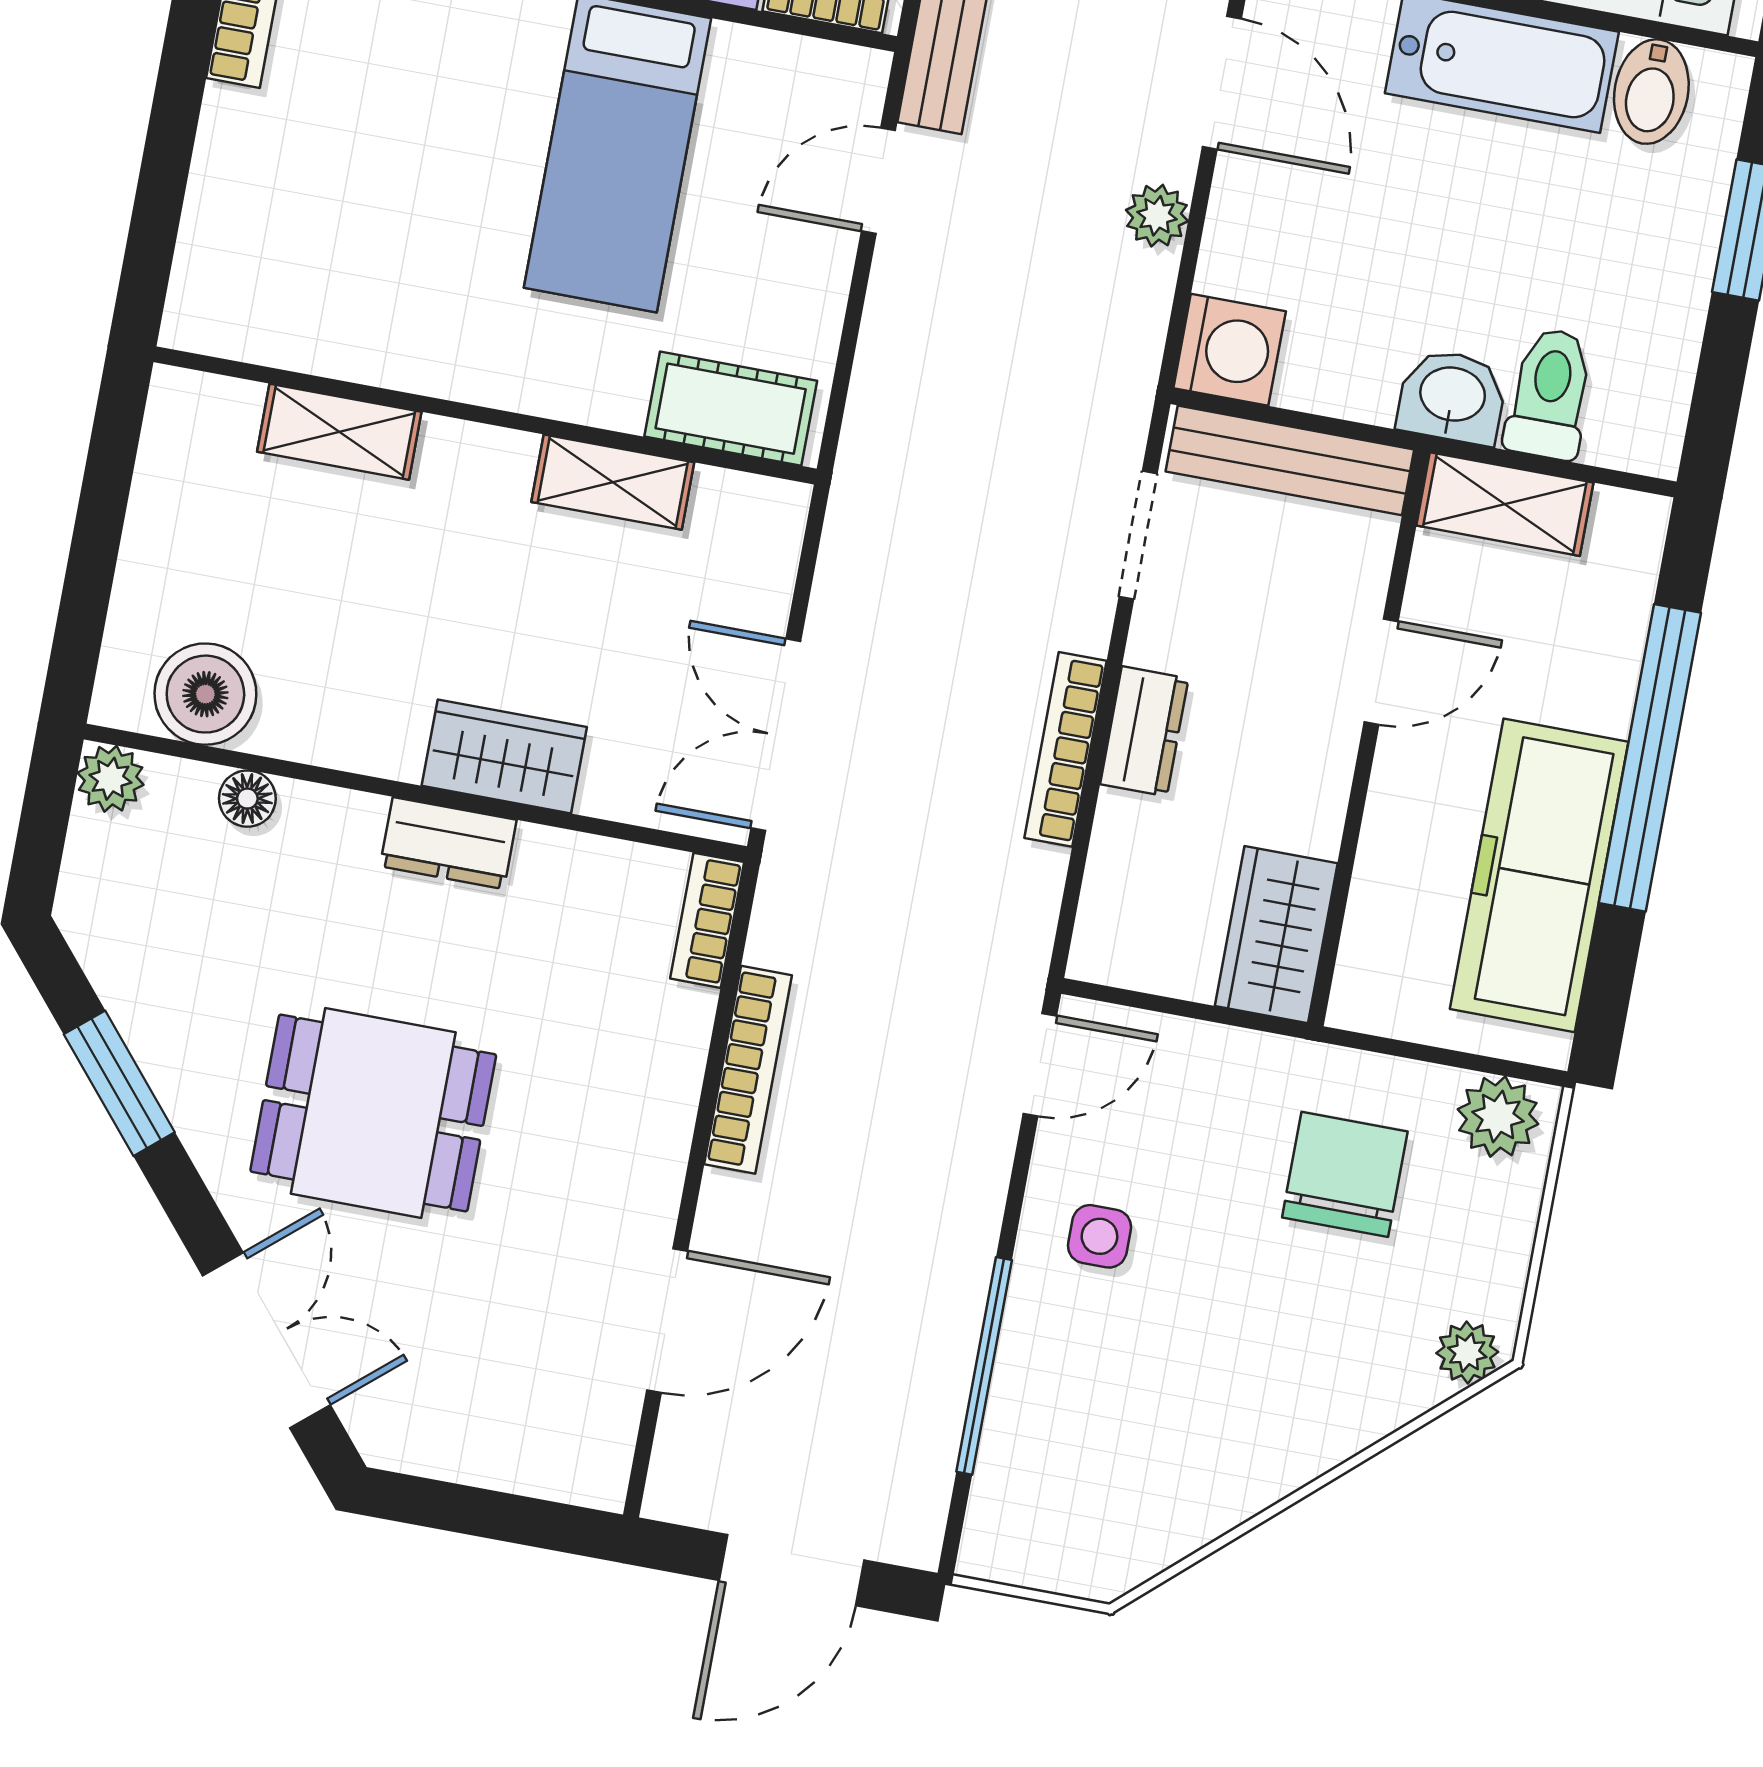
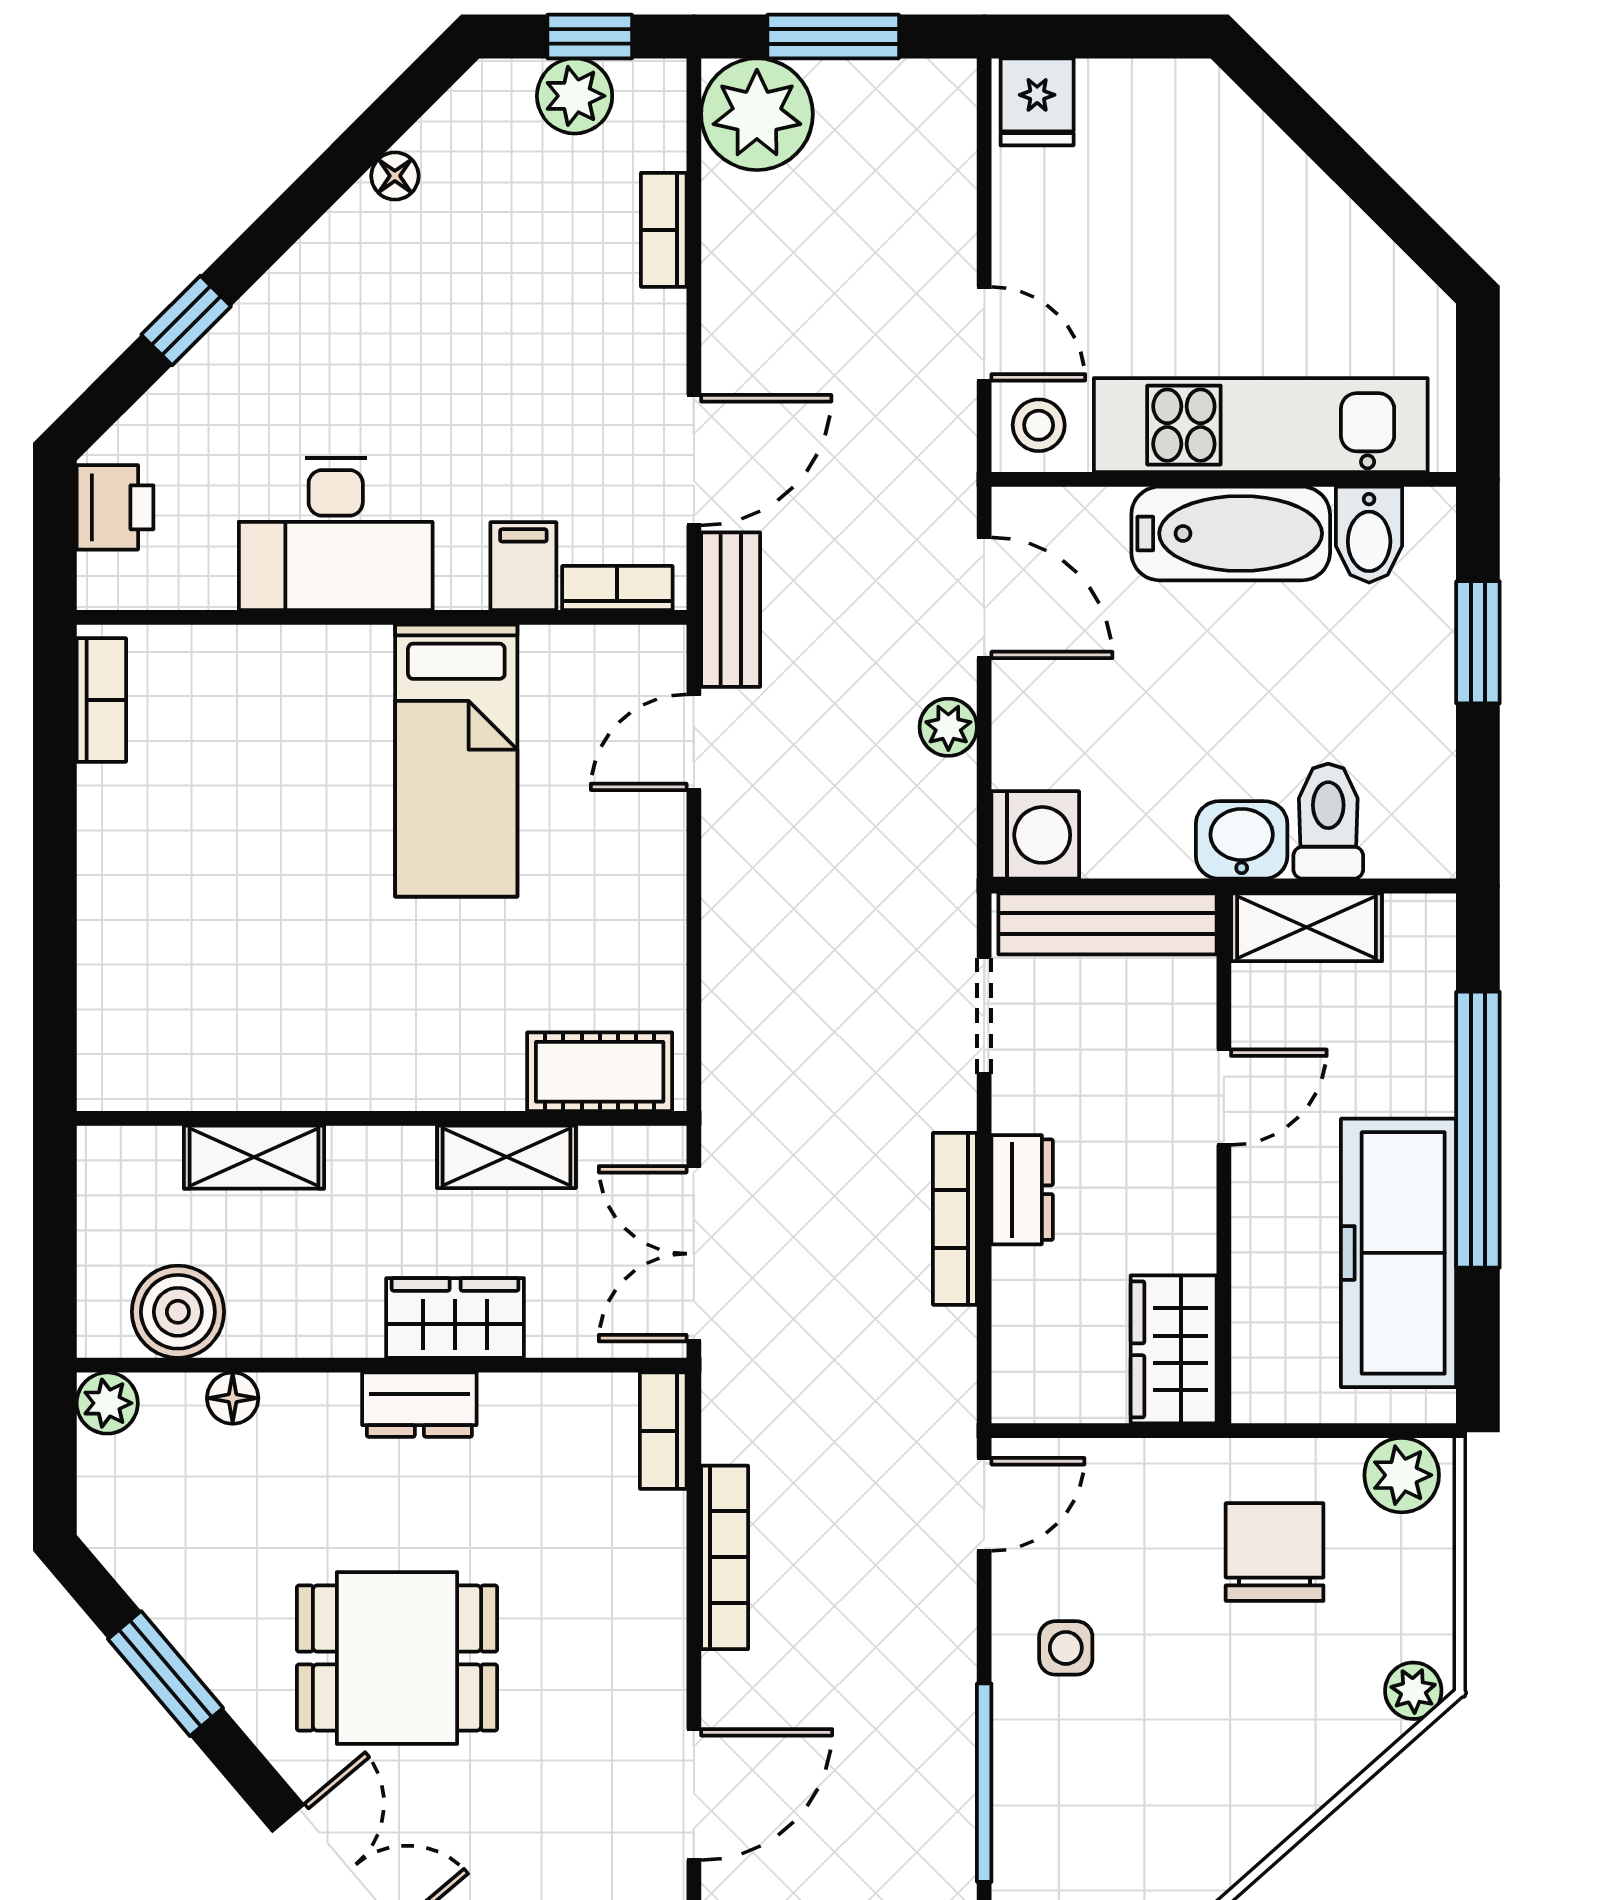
cot: (731, 409) -> (600, 1072), moved
wall: (485, 415) -> (382, 1118), moved
shelving: (339, 432) -> (254, 1157), moved
shelving: (613, 482) -> (506, 1157), moved

